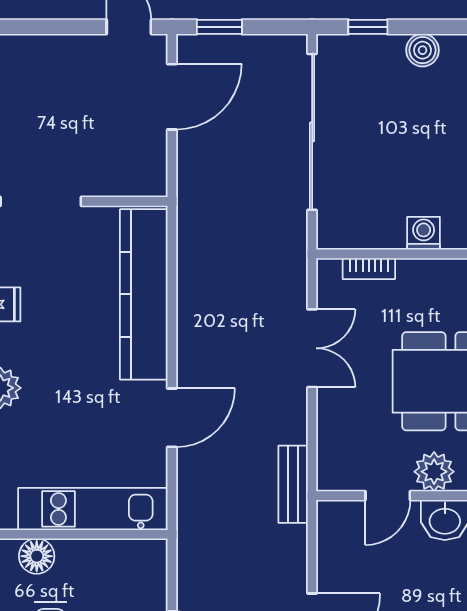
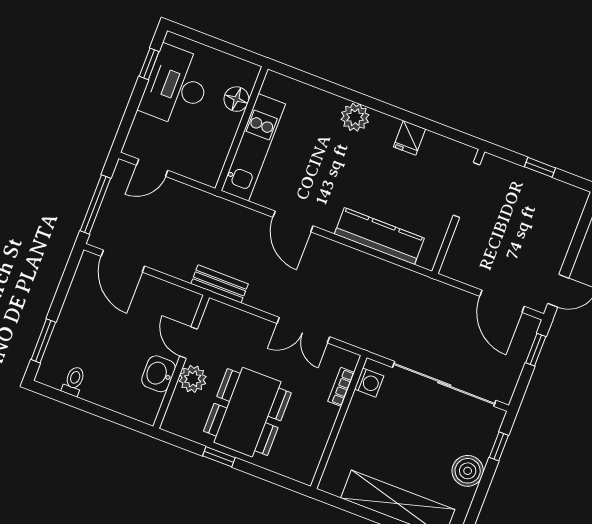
boiler: (423, 50) -> (468, 471), width x1.36, depth x1.36
washing machine: (424, 233) -> (369, 383), moved
kitchen counter: (144, 294) -> (379, 236), width x0.72, depth x0.86

